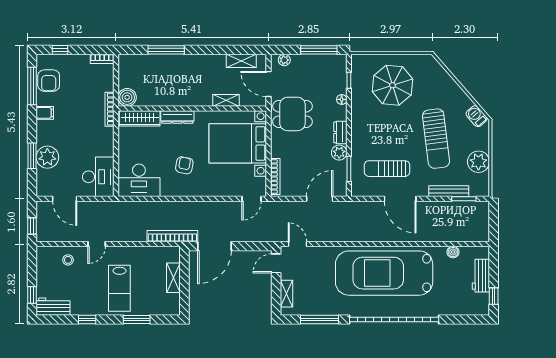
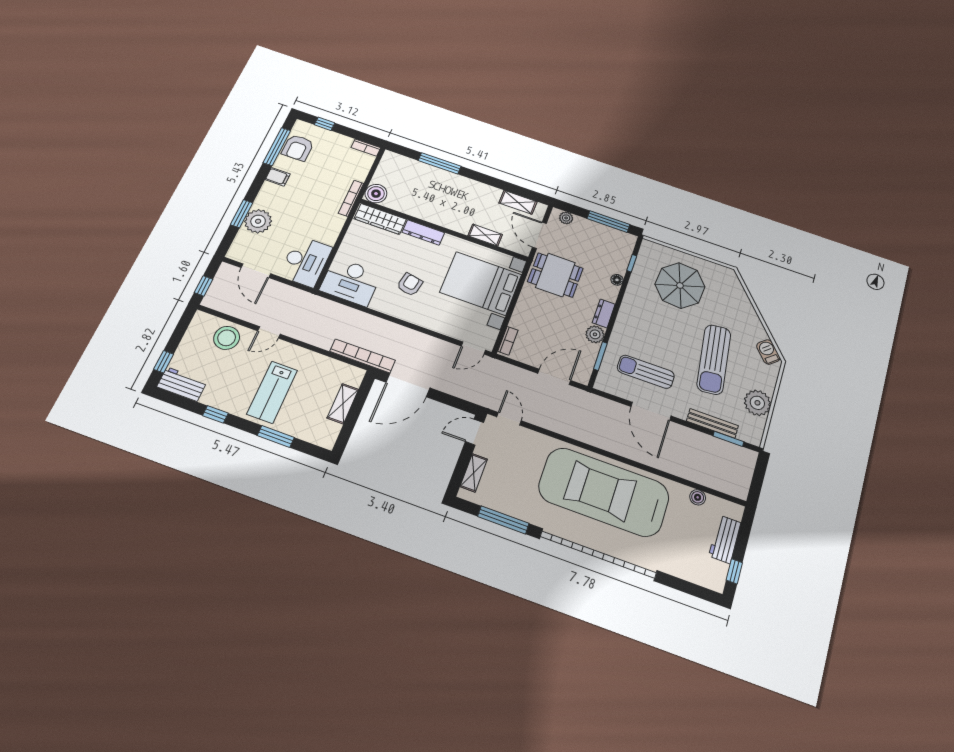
bookcase: (275, 177) -> (508, 341), width x0.64
stool: (68, 260) -> (227, 338), width x1.89, depth x1.89

